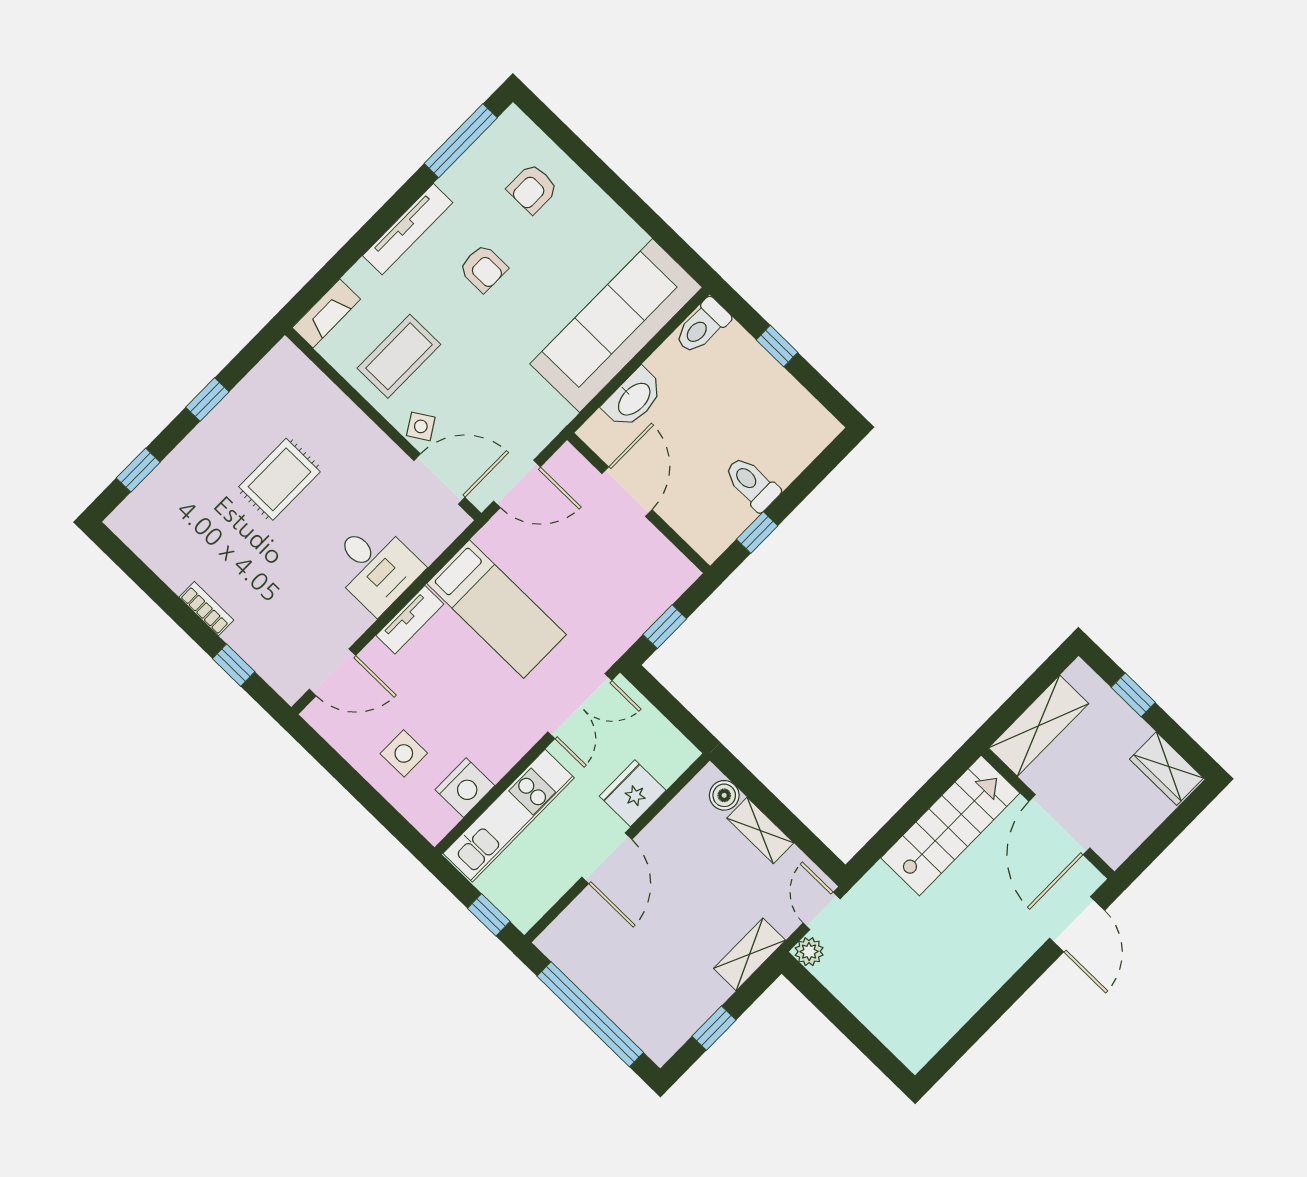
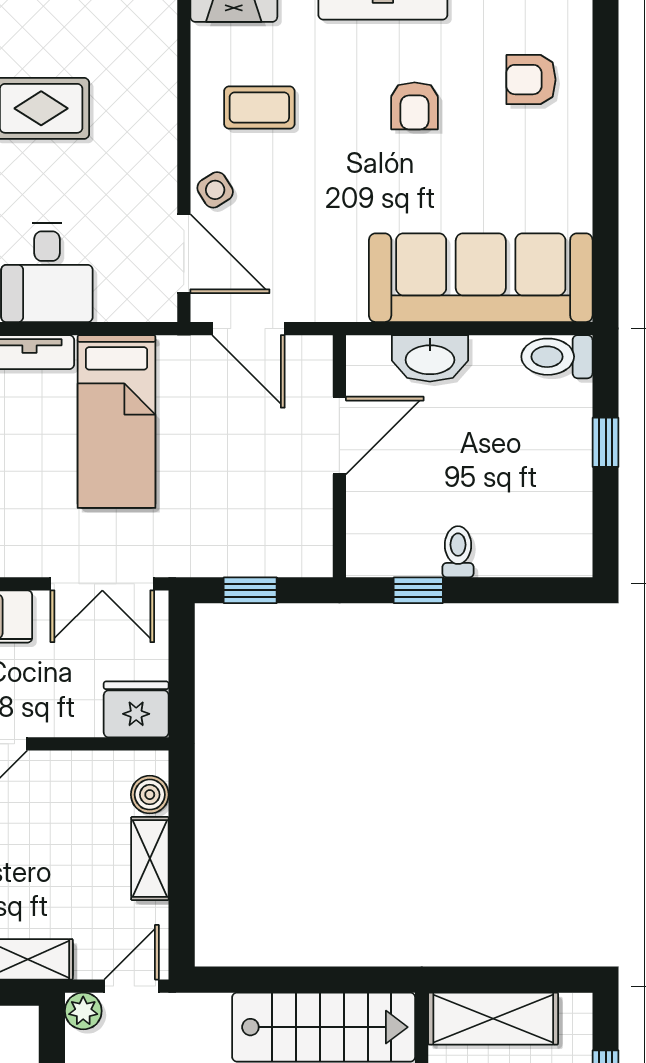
coffee table: (399, 356) -> (259, 108), width x0.73, depth x0.77
toilet: (752, 484) -> (458, 552), width x0.73, depth x0.72
fridge: (633, 793) -> (136, 709), moved

